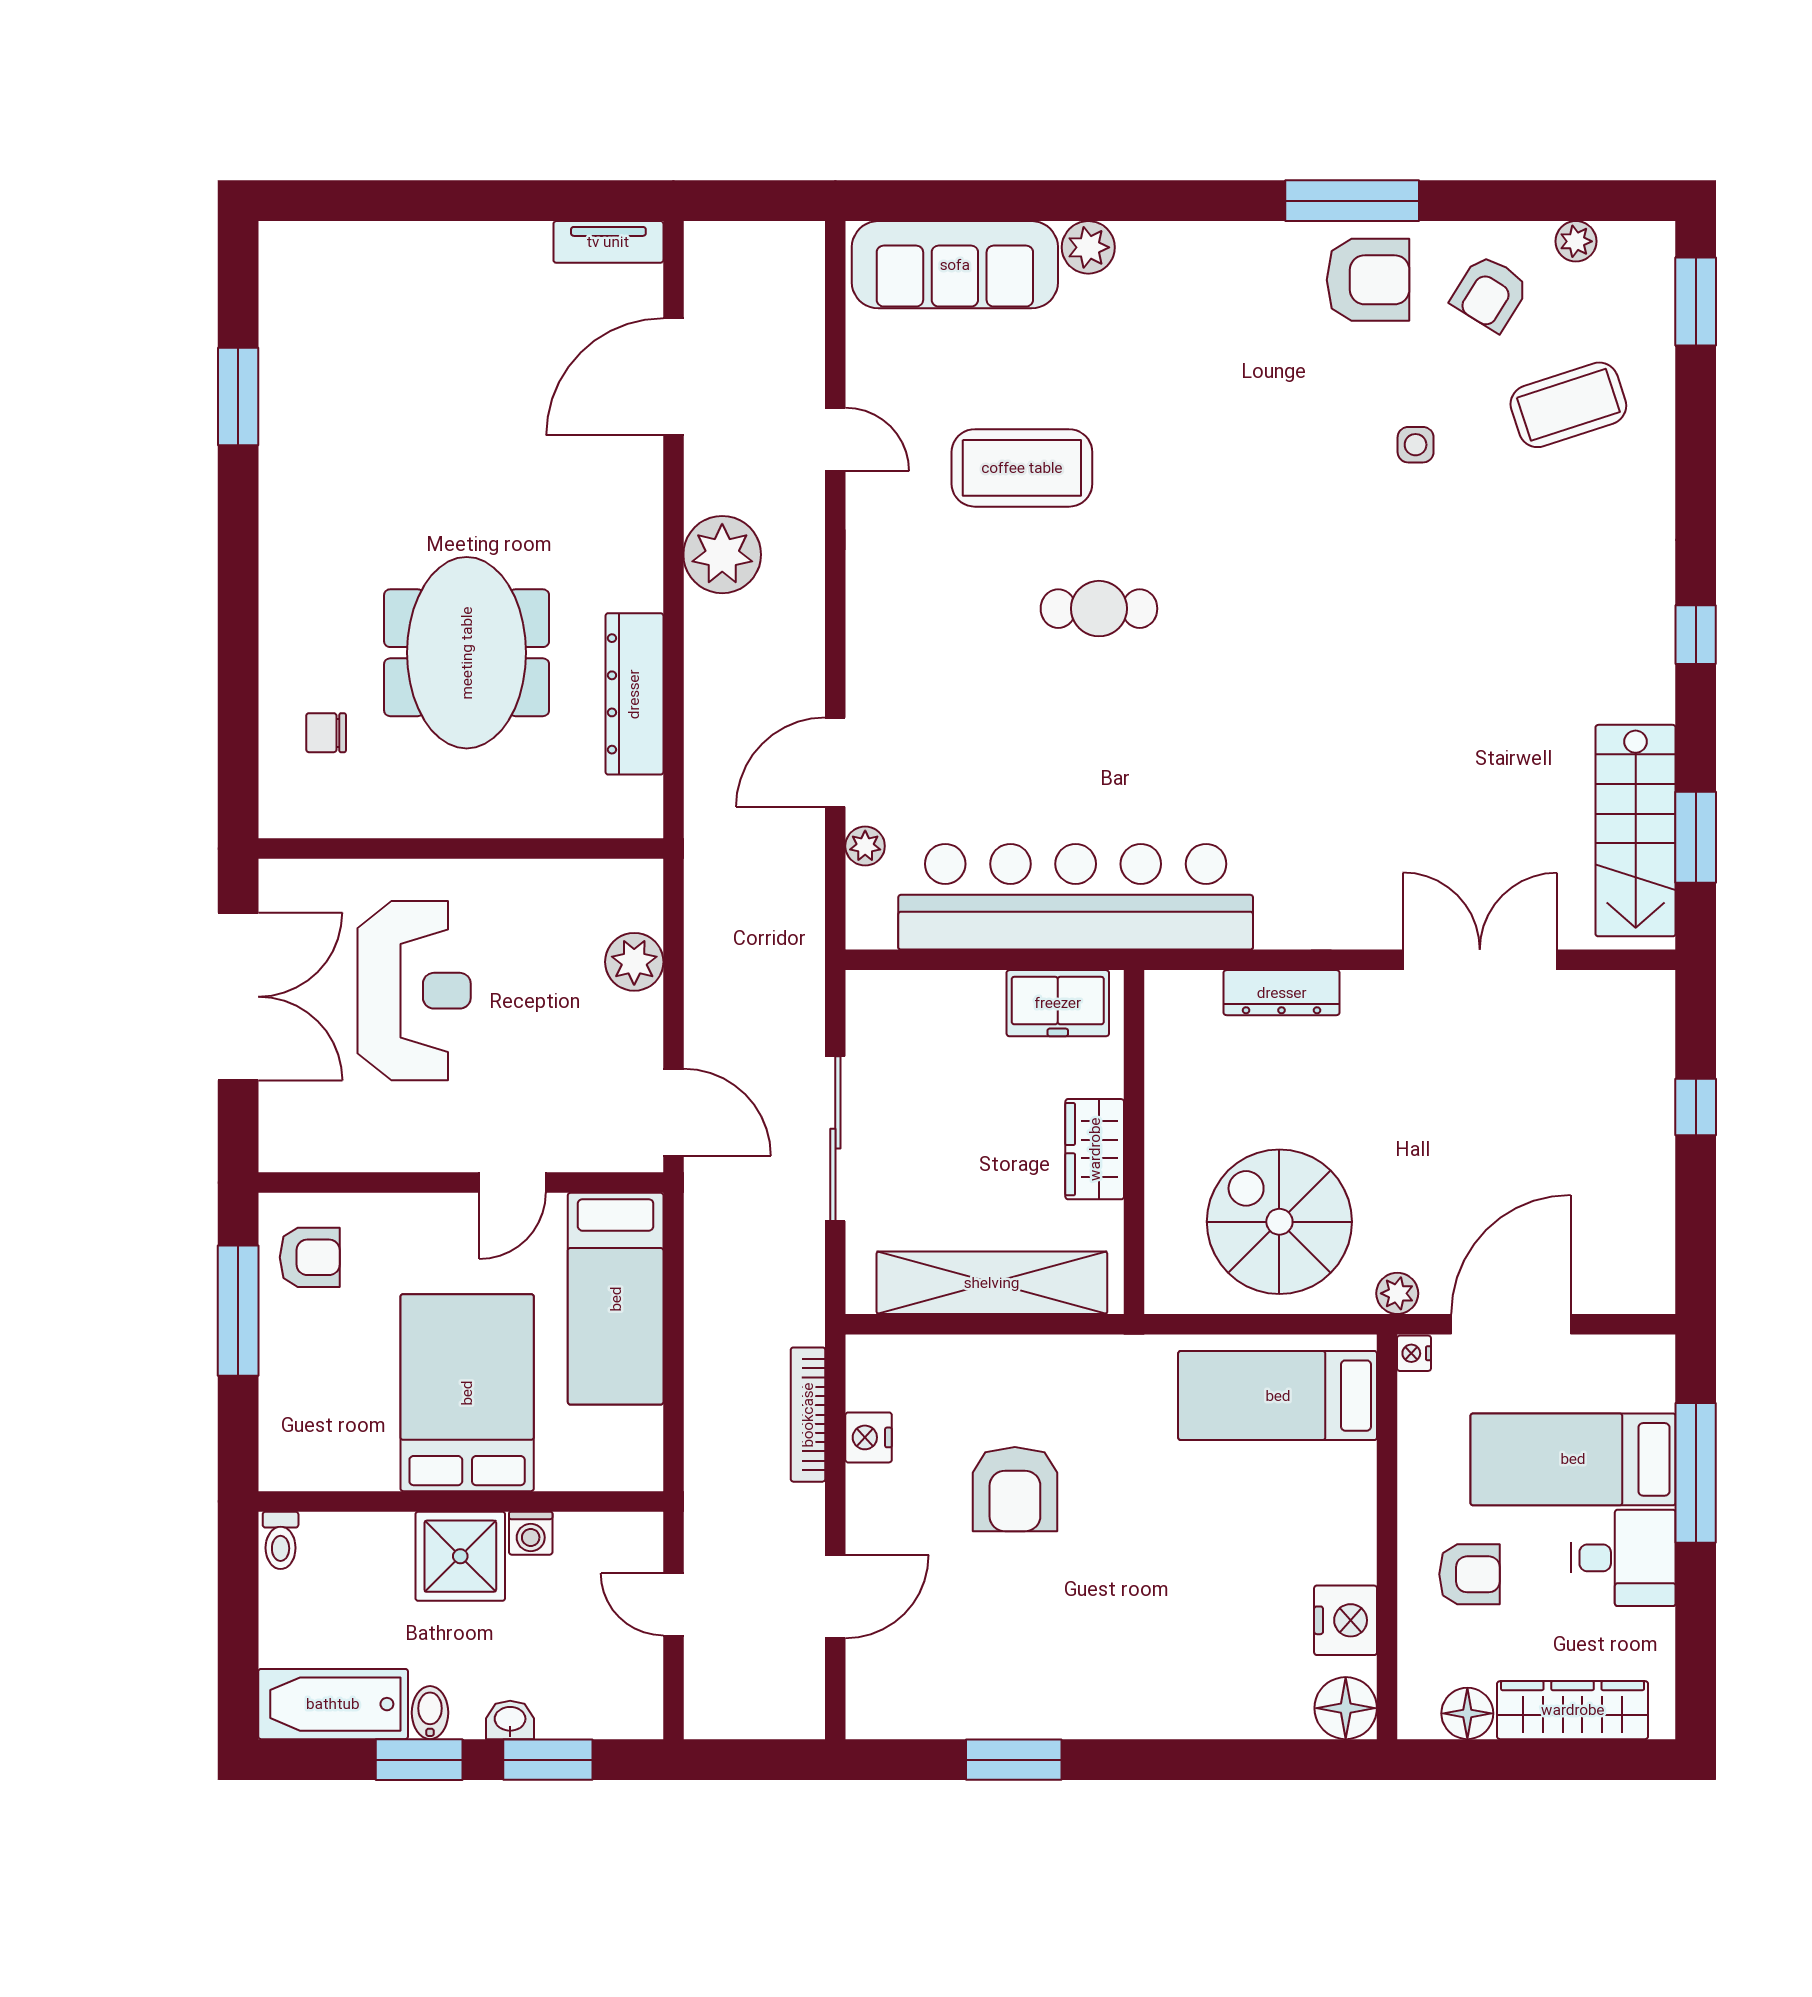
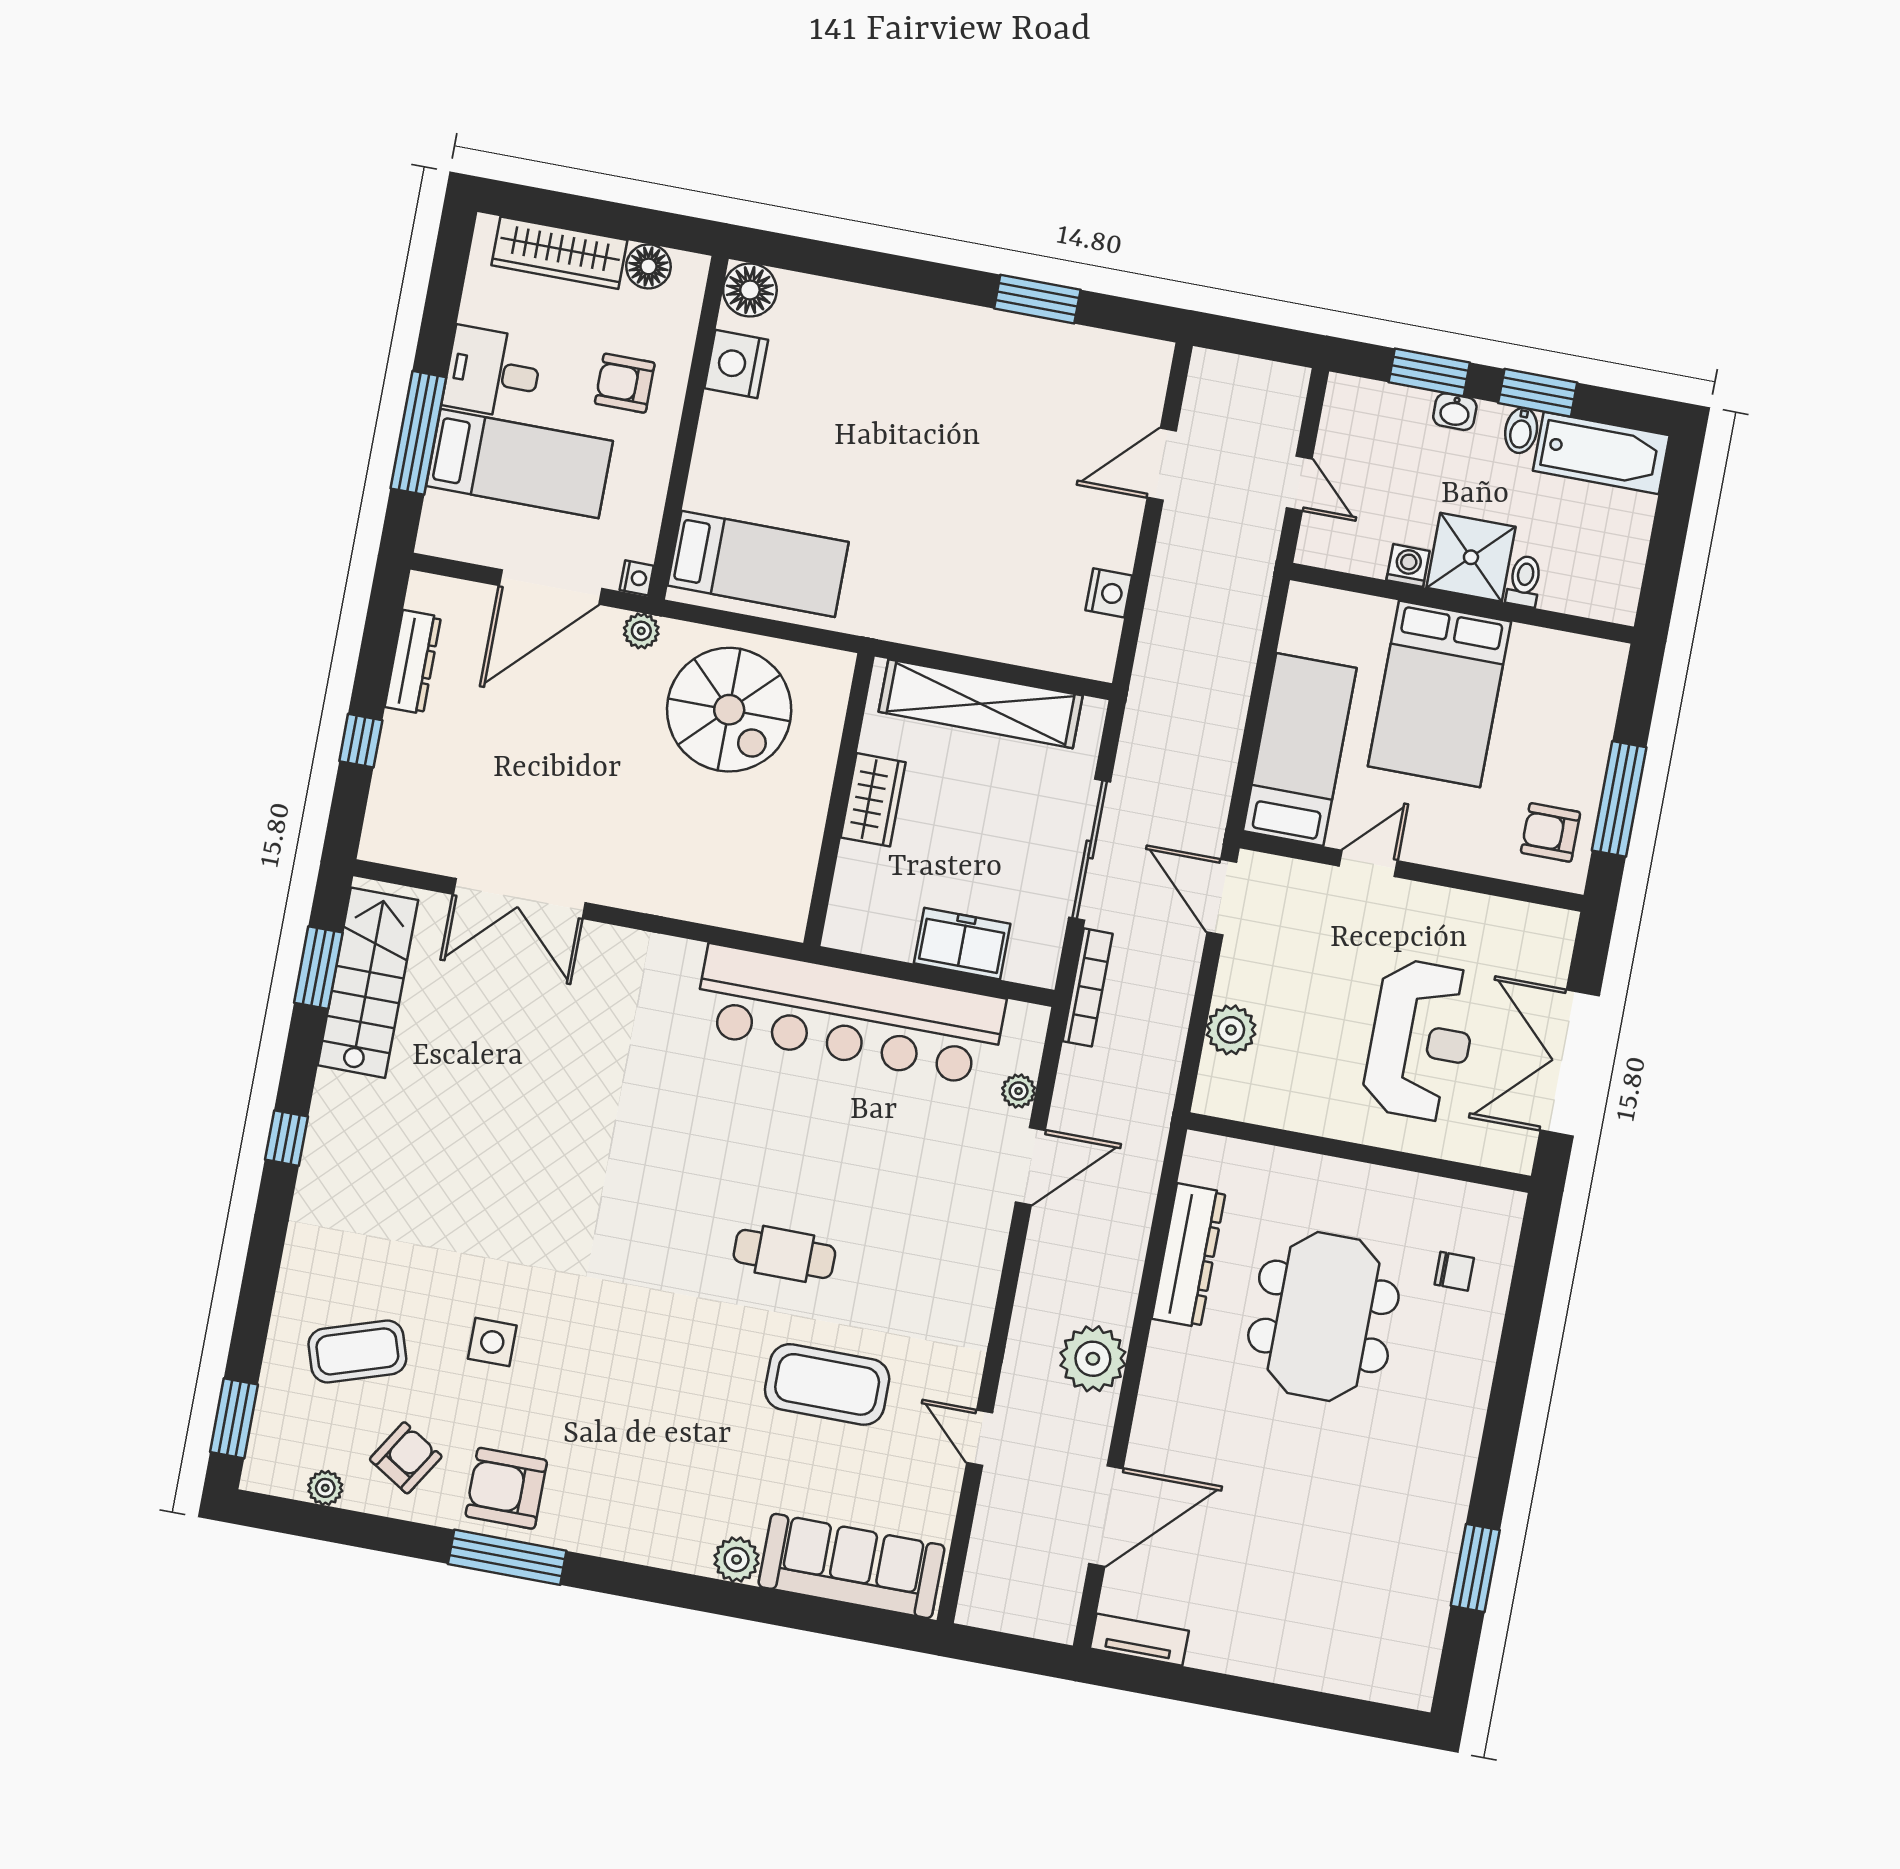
side table: (1416, 445) -> (492, 1342), width x1.37, depth x1.37
reception desk: (414, 991) -> (1421, 1040), turned 180
dresser: (1282, 993) -> (413, 662), moved, turned 90
freezer: (1058, 1003) -> (962, 944), moved
bookcase: (808, 1415) -> (1088, 987), moved
armchair: (1015, 1489) -> (994, 526), removed
toilet: (281, 1540) -> (1524, 581), moved

